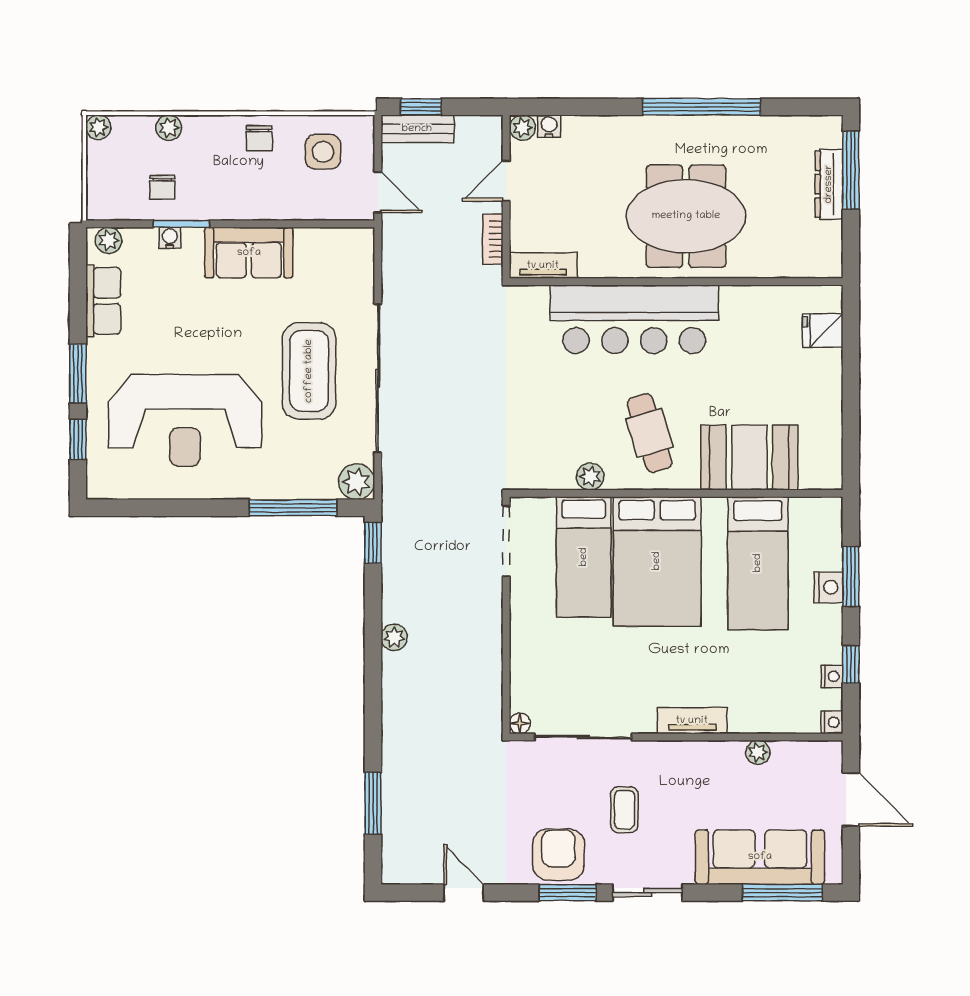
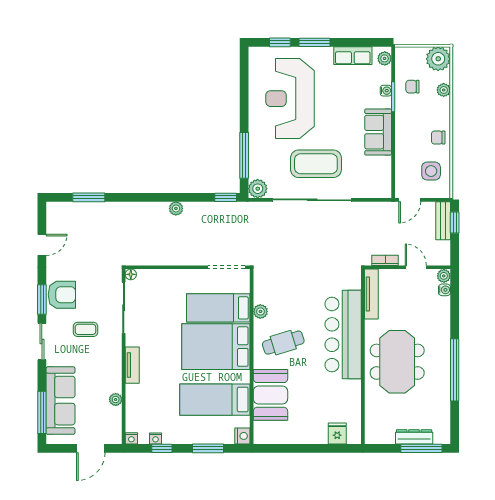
plant: (98, 127) -> (438, 59), width x1.88, depth x1.88
tv unit: (543, 266) -> (371, 294), width x1.41
nightstand: (829, 587) -> (242, 436), moved, turned -90

